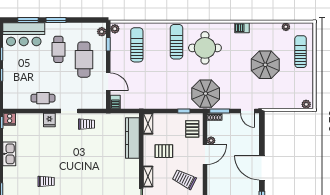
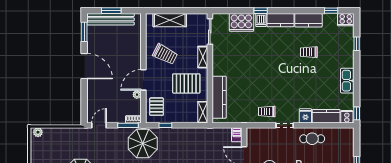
door: (248, 111) -> (99, 125), hinge flipped
kitchen counter: (30, 120) -> (326, 116), added
pallet: (164, 151) -> (186, 83), width x1.50, depth x1.42

